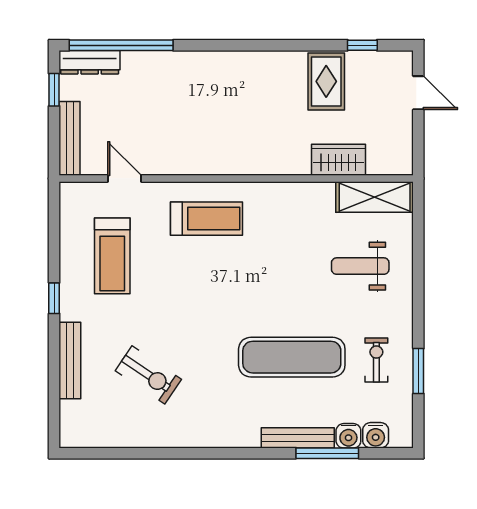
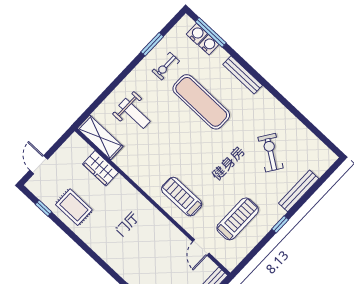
rug: (326, 81) -> (74, 207), turned 90
bench: (298, 438) -> (243, 75), moved
window: (327, 453) -> (211, 32), moved

